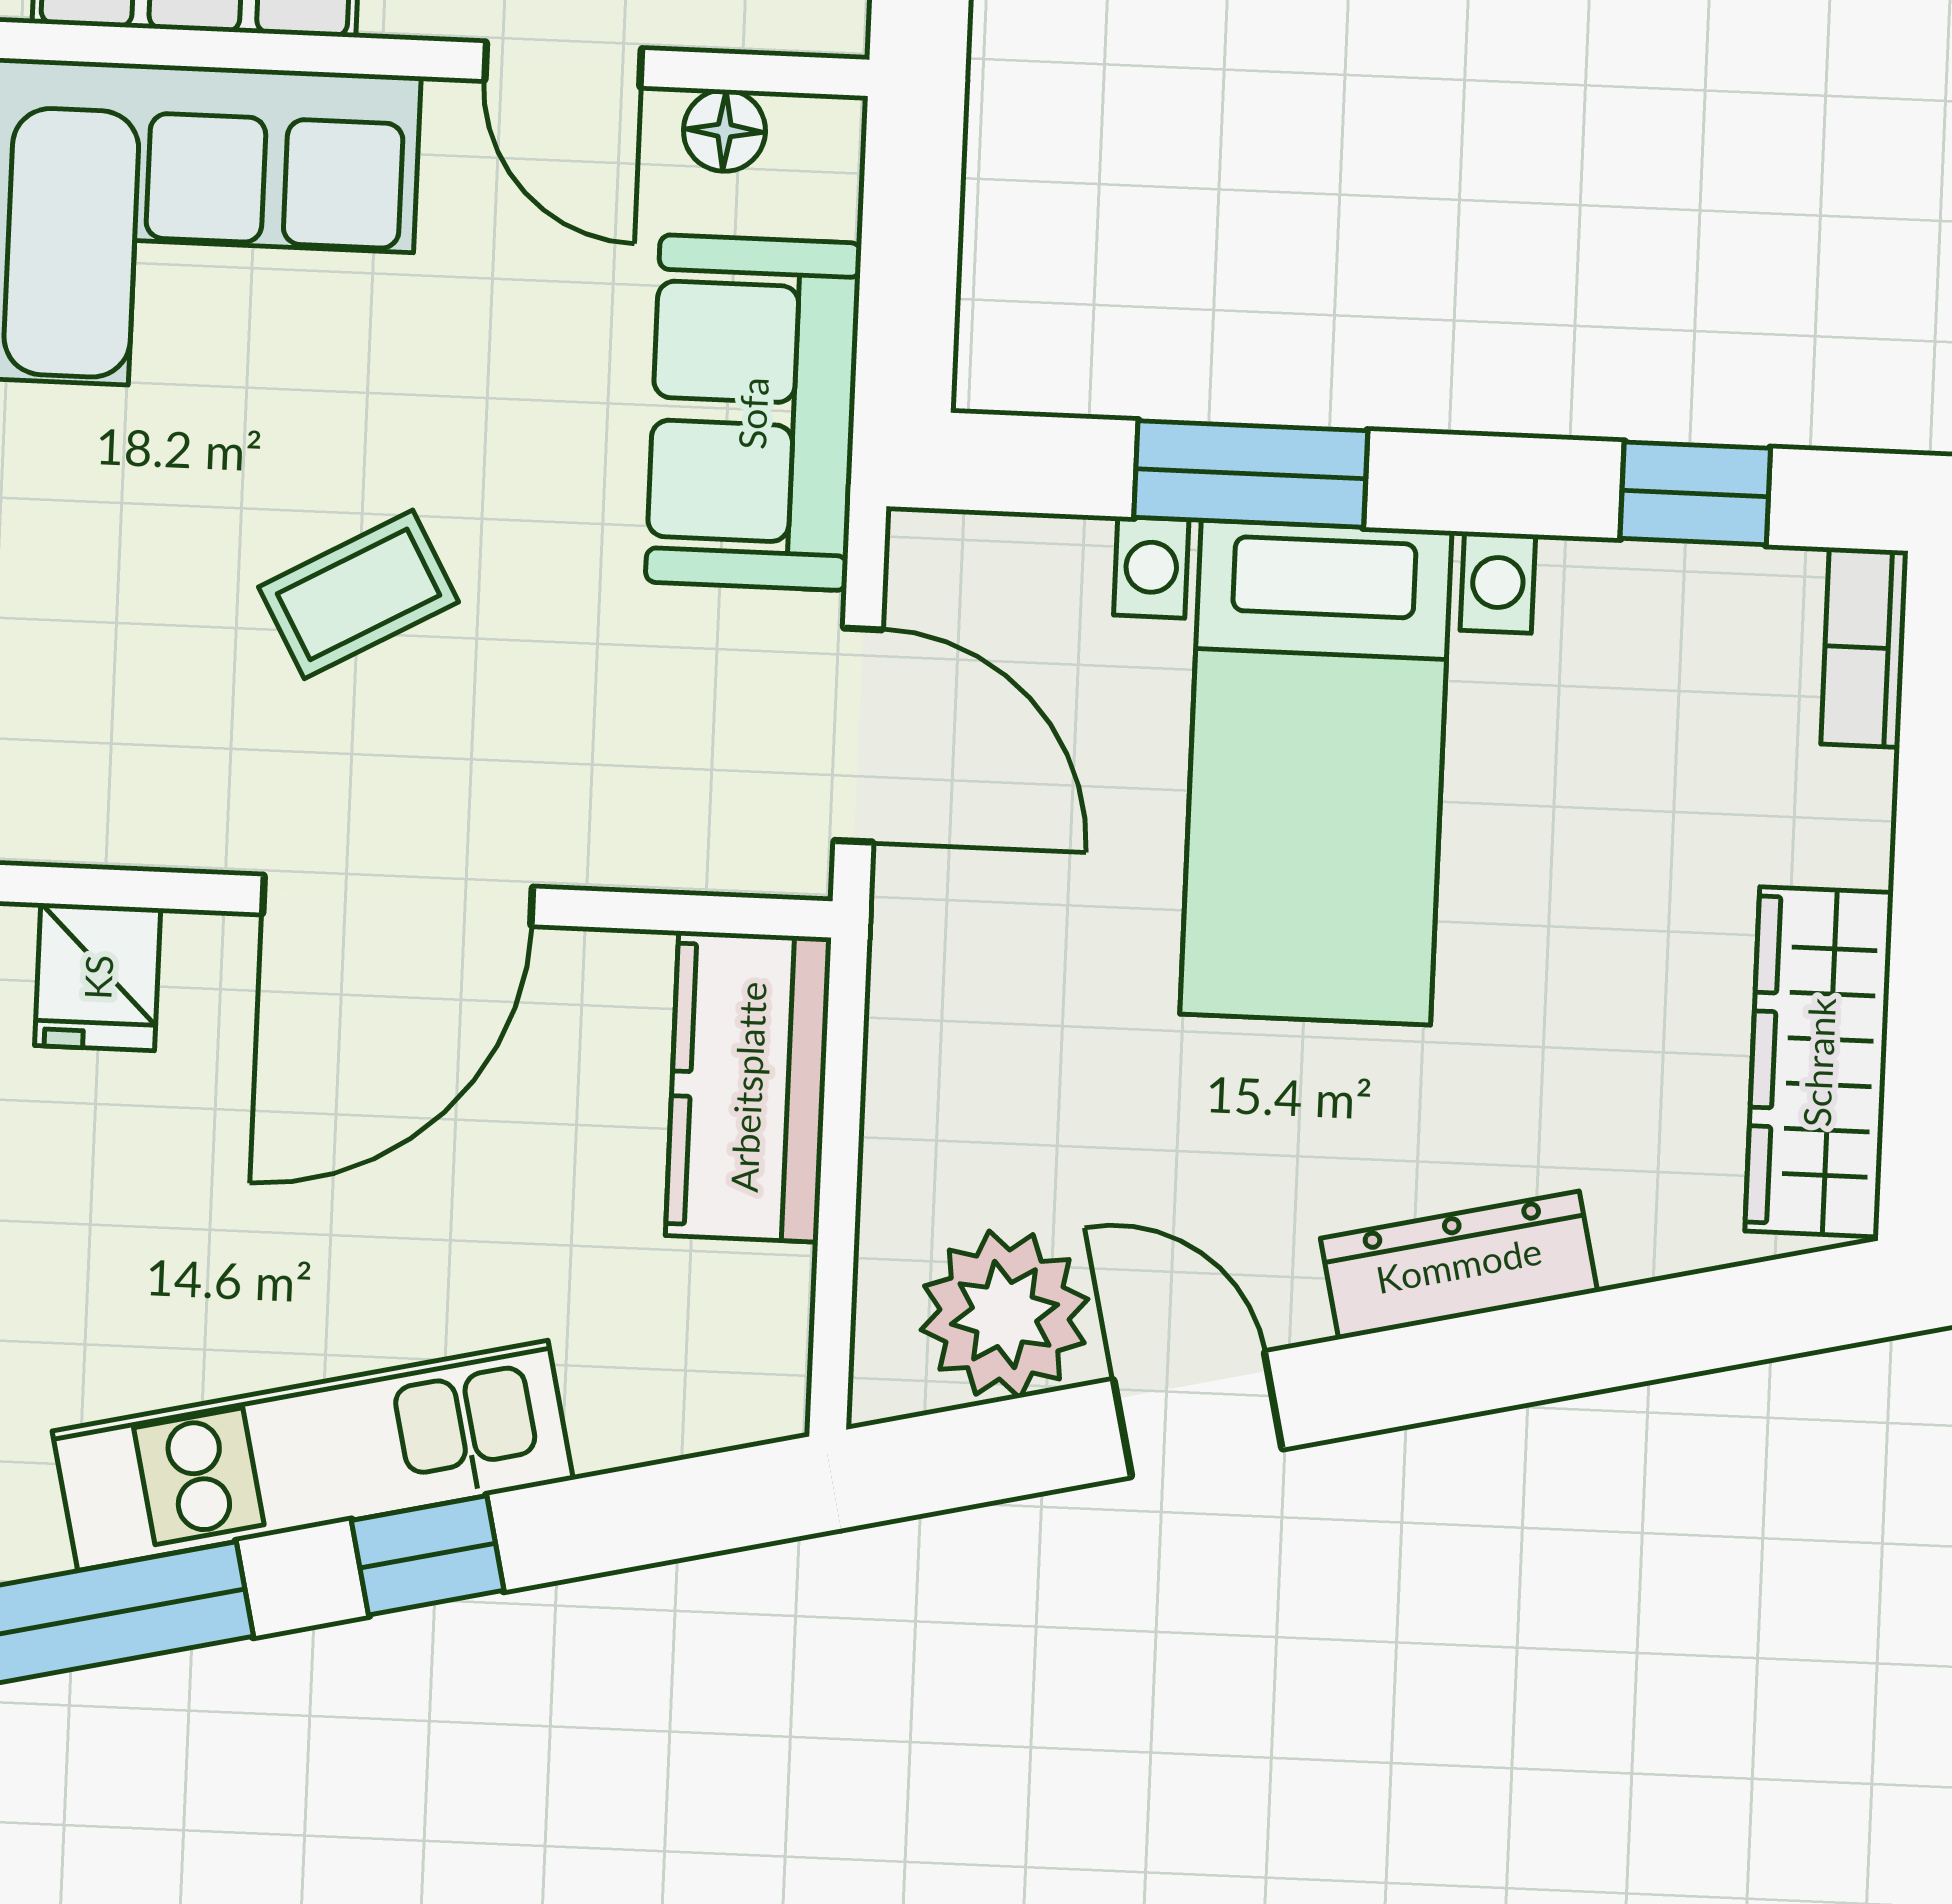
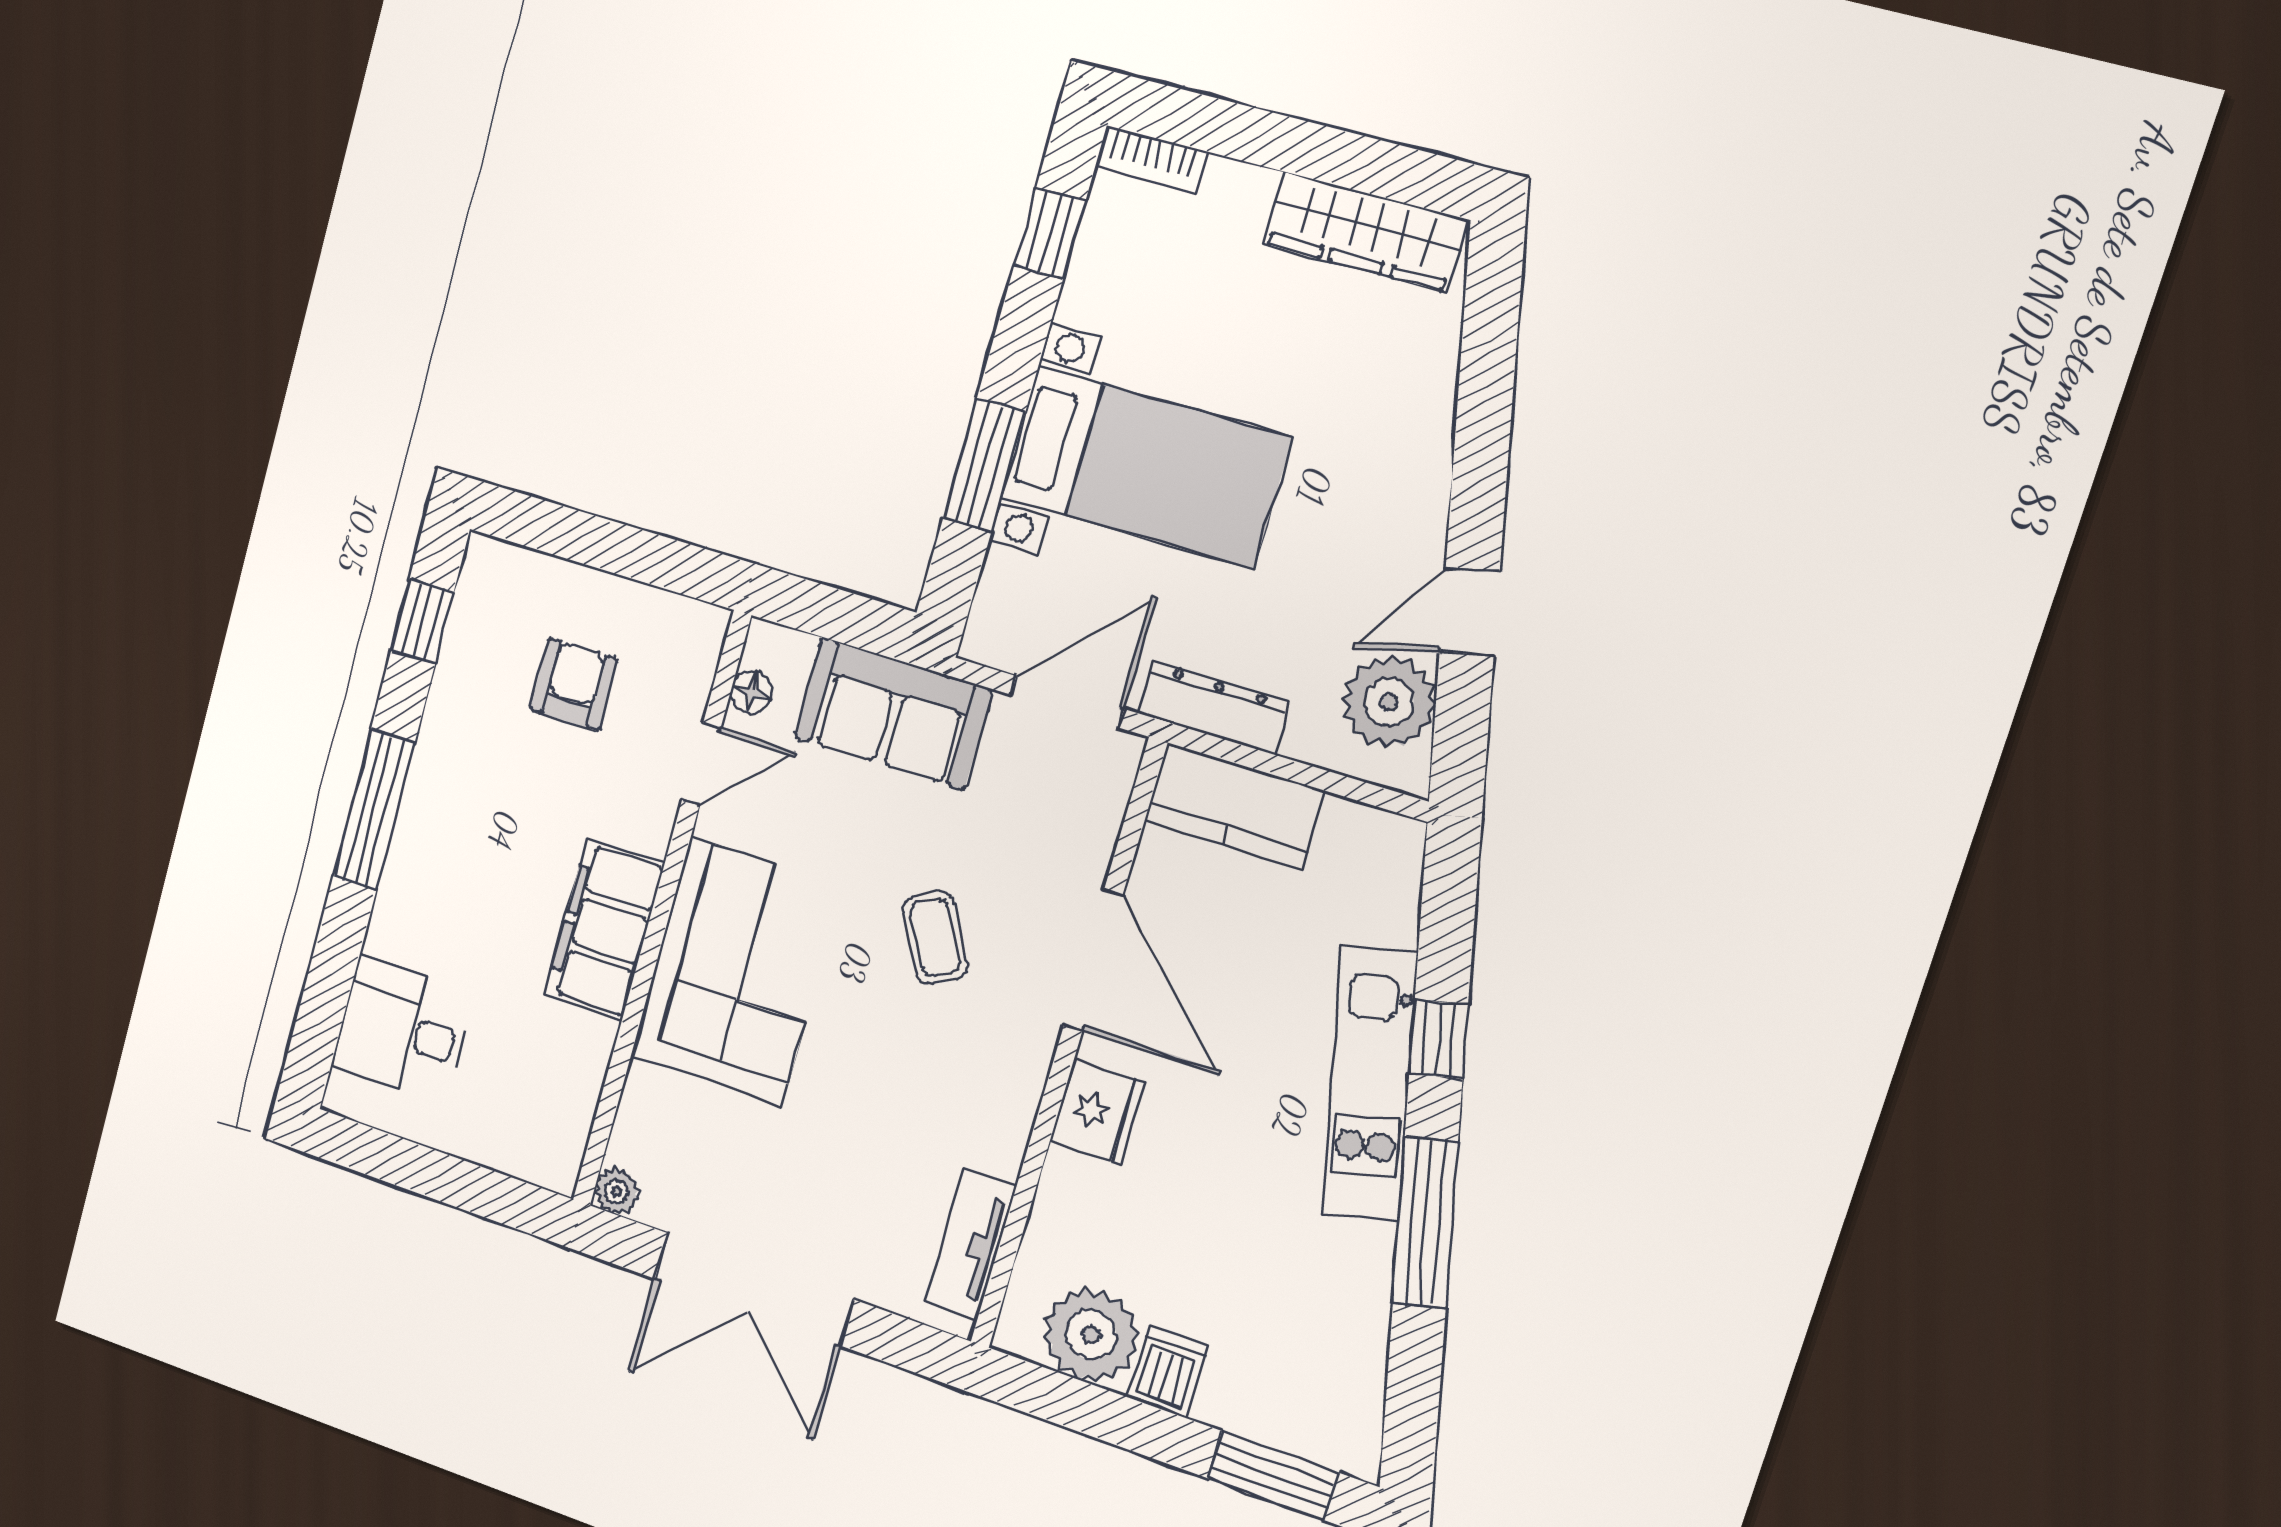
fridge: (98, 977) -> (1098, 1112), width x1.38
dresser: (1459, 1265) -> (1213, 707), moved, turned 103

